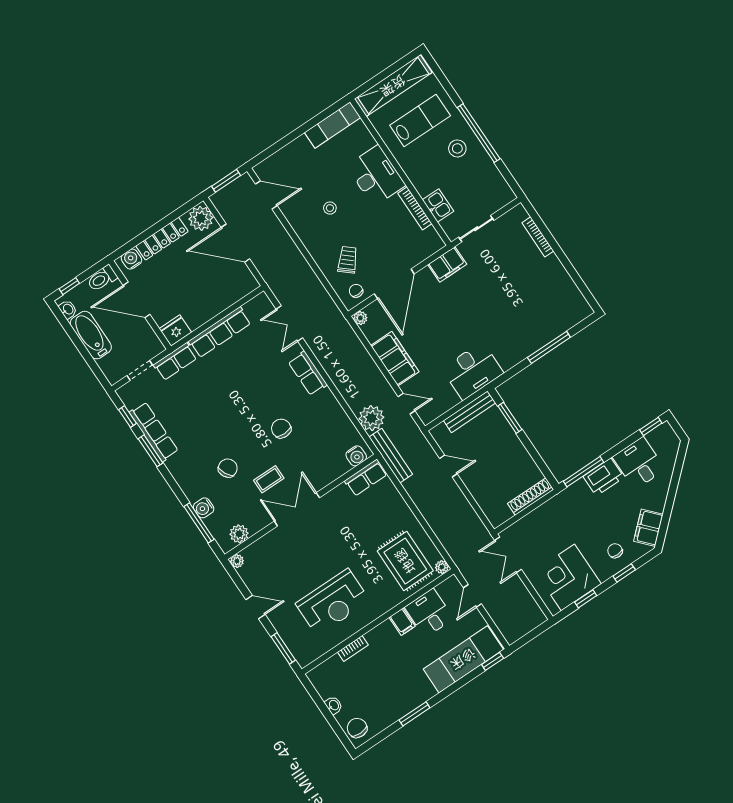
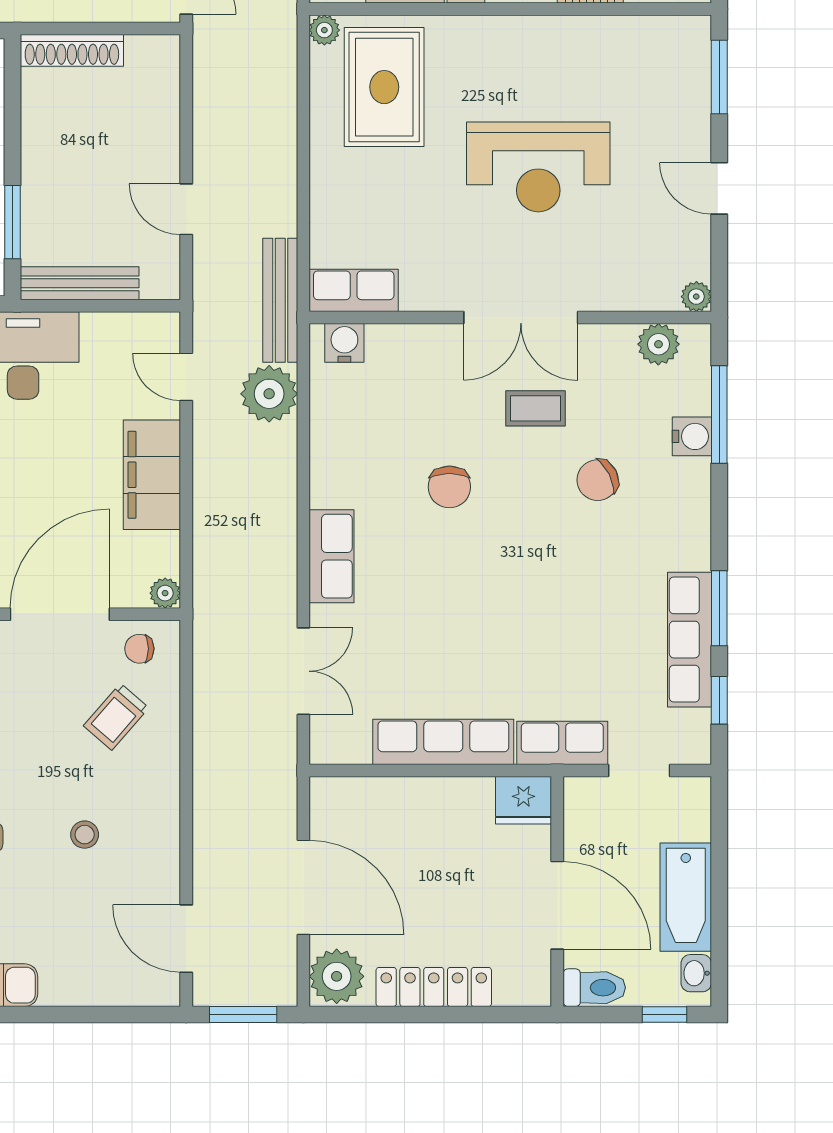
water cooler: (131, 259) -> (516, 987), removed
chair: (356, 291) -> (139, 649), turned 90
reception desk: (333, 602) -> (538, 167), moved, turned 180

